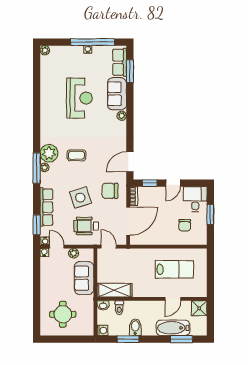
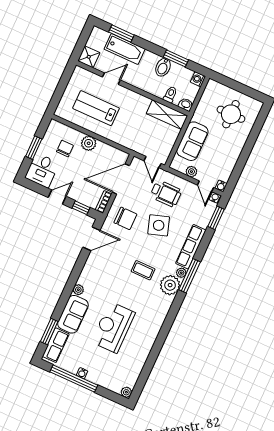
row of seats: (46, 207) -> (191, 247), moved
plant: (167, 238) -> (89, 143), added

